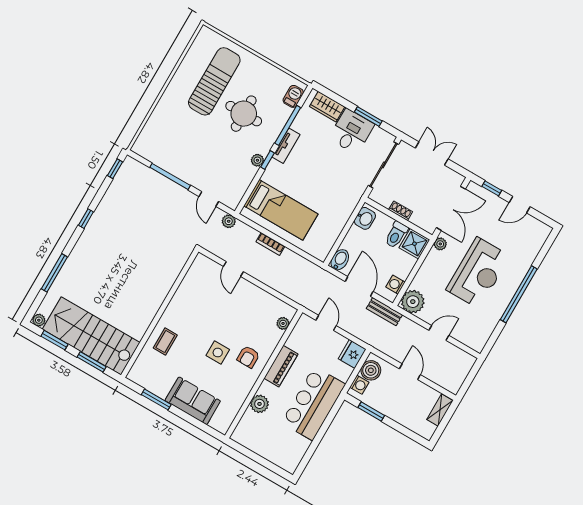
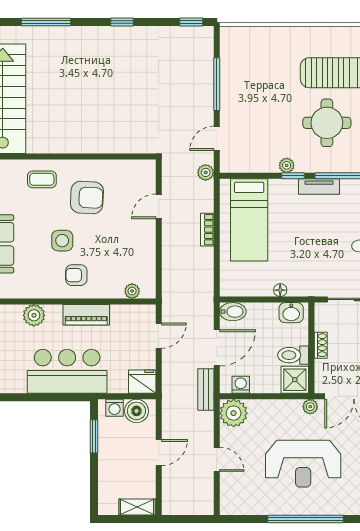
floor lamp: (344, 217) -> (280, 290), added
armchair: (197, 317) -> (87, 197), added

